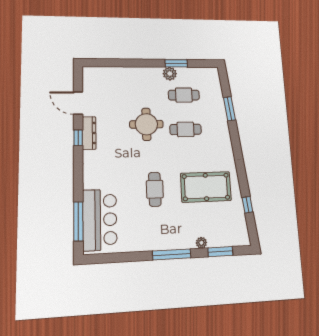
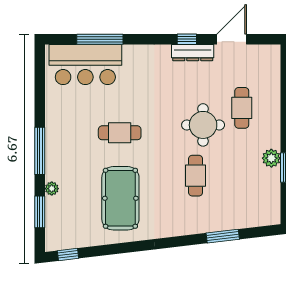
cafe table: (184, 95) -> (242, 108), moved
window: (247, 205) -> (68, 254), moved
window: (78, 221) -> (100, 39), moved

